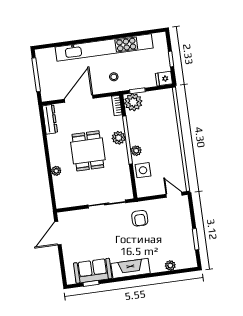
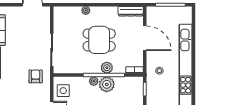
plant: (133, 102) -> (107, 84), moved
side table: (143, 170) -> (63, 91), moved
armchair: (140, 218) -> (36, 76), turned 90

